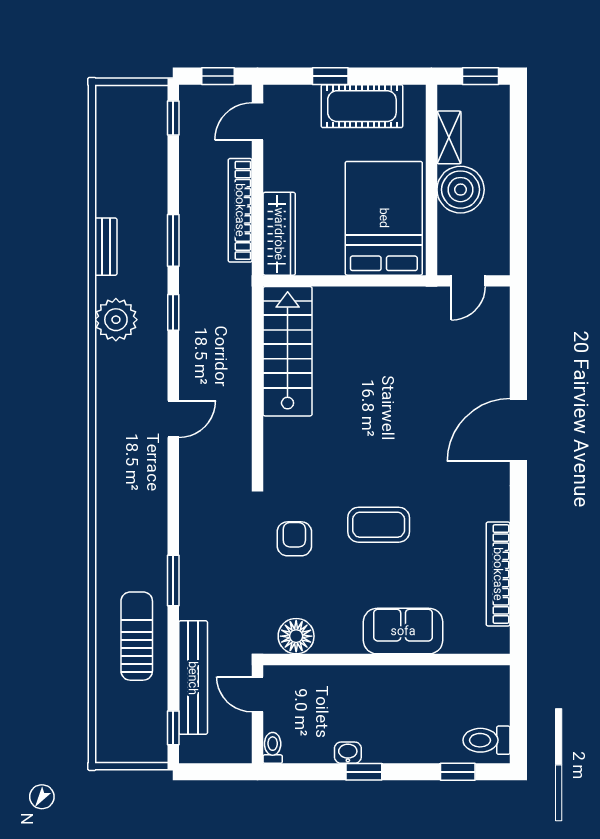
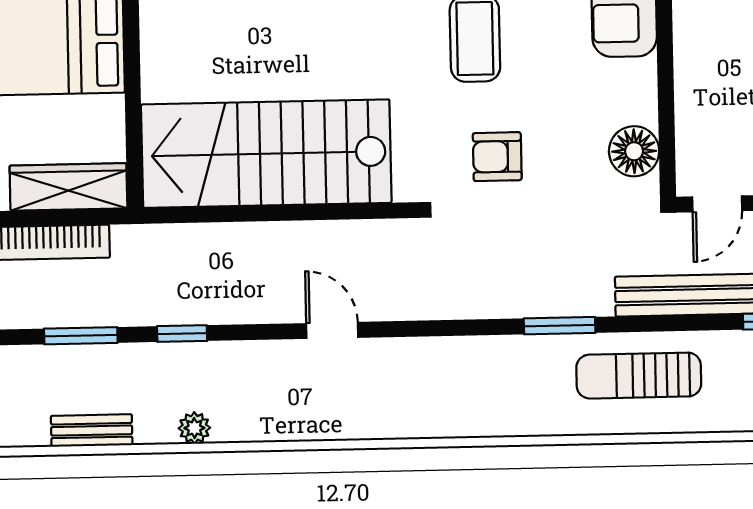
plant: (116, 320) -> (194, 428), width x0.53, depth x0.53
stairs: (288, 351) -> (266, 154), width x1.36, depth x1.51

